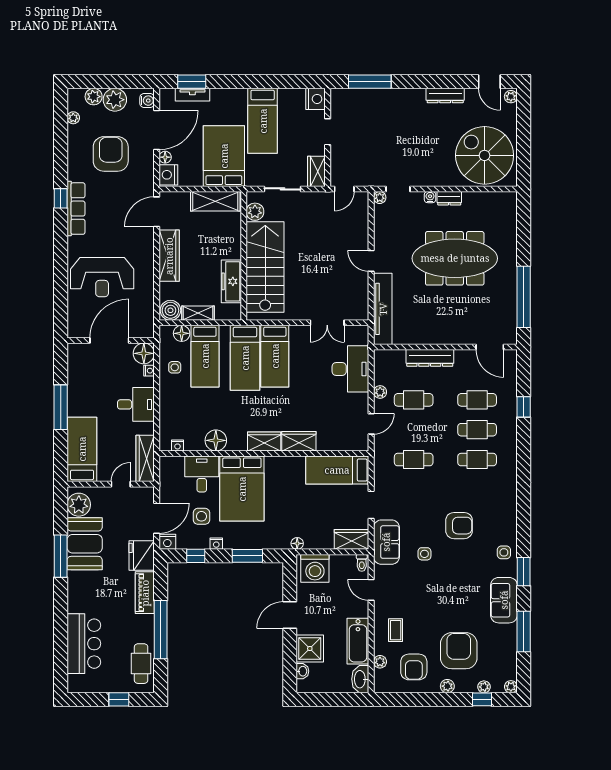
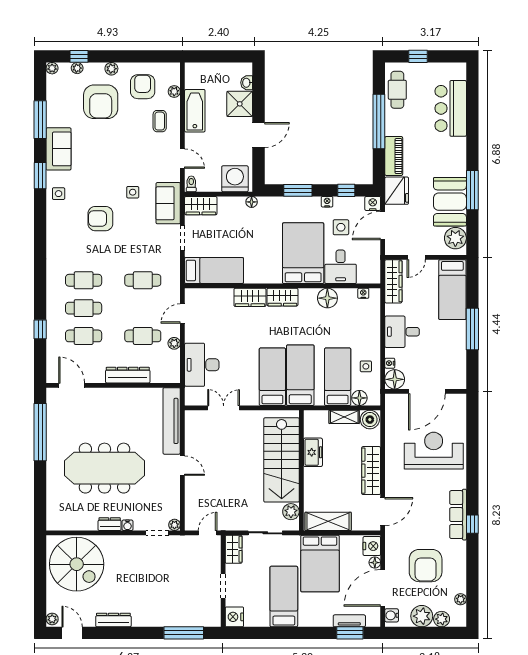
freezer: (231, 281) -> (313, 452), width x0.71
washbasin: (360, 679) -> (193, 75), removed

